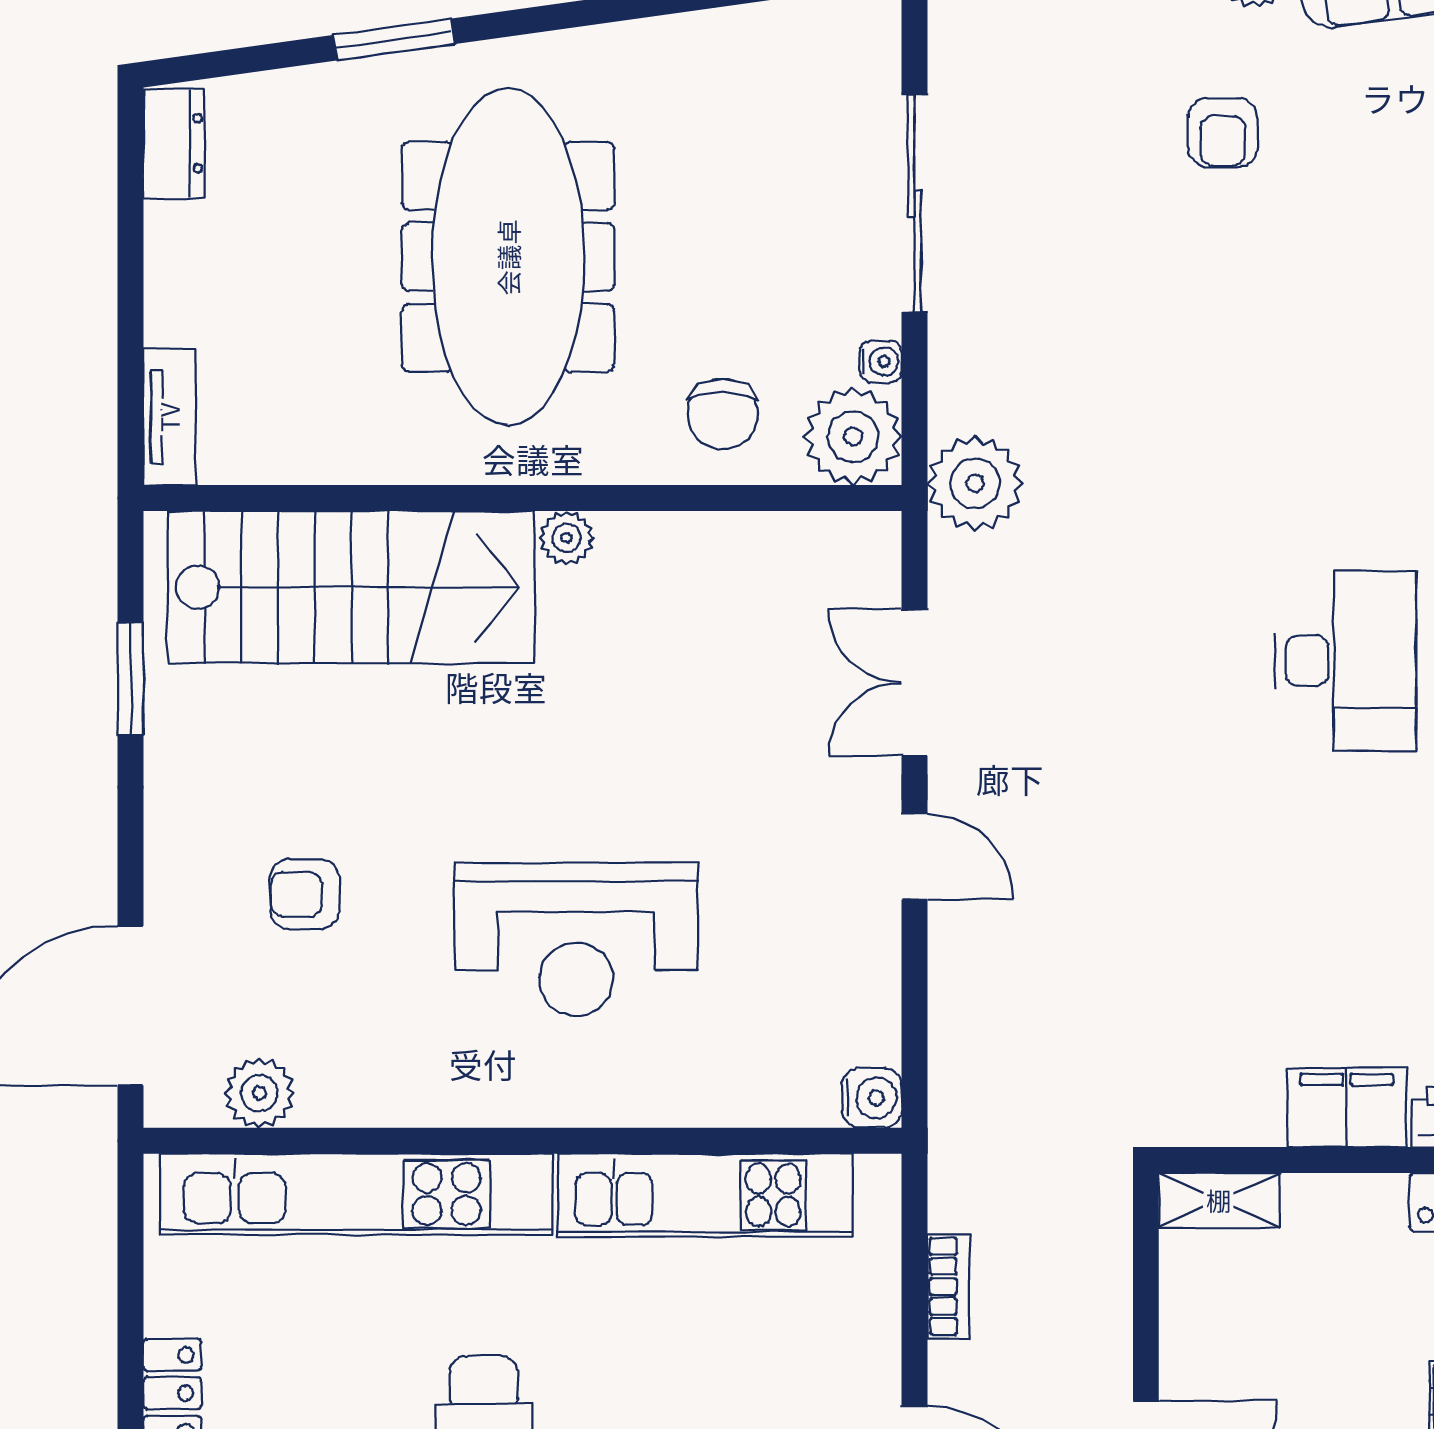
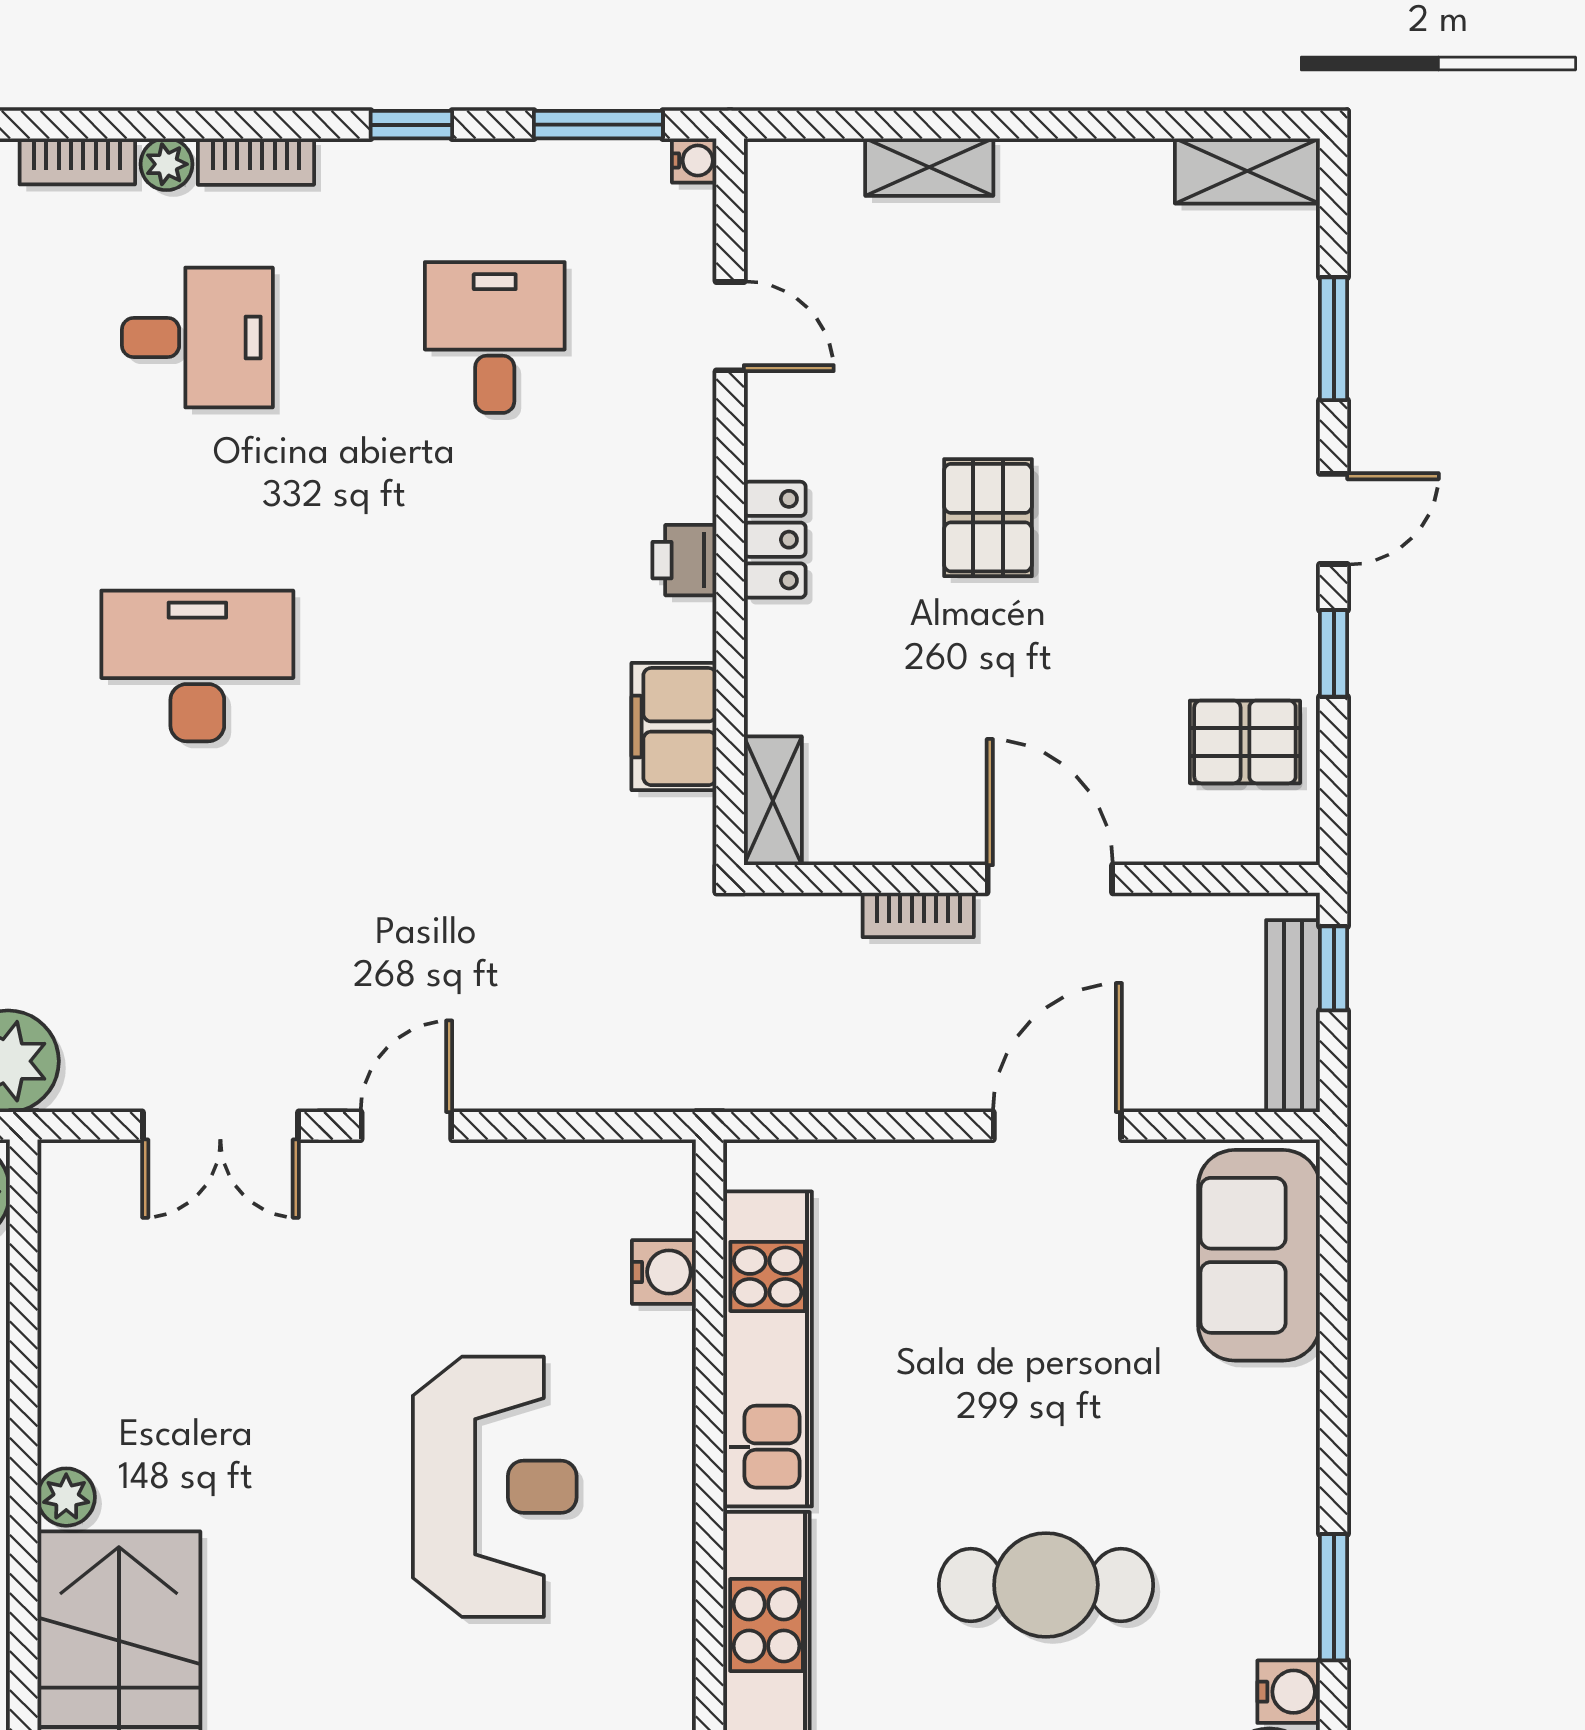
water cooler: (872, 1098) -> (664, 1272), moved, turned 90
filing cabinet: (1347, 1107) -> (674, 727), moved
bookcase: (948, 1286) -> (918, 915), moved, turned 180

